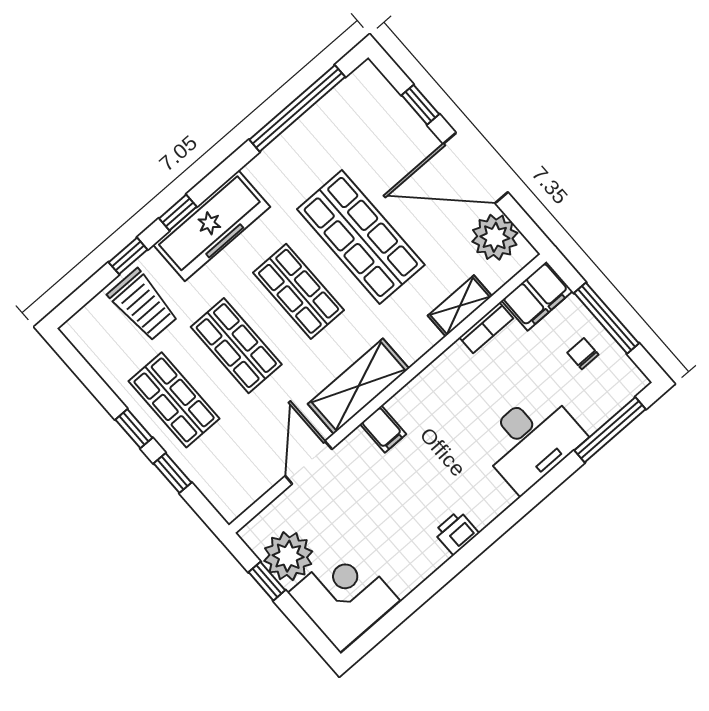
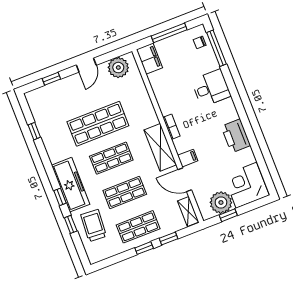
window: (297, 108) -> (34, 131), width x0.32
door: (476, 168) -> (86, 65), width x0.53
trolley: (143, 305) -> (94, 226), turned -86
shelving: (460, 306) -> (188, 211), moved
bookcase: (486, 328) -> (171, 127), moved
chair: (583, 354) -> (200, 42), moved
filing cabinet: (383, 429) -> (188, 158), moved
desk: (531, 440) -> (211, 88), width x0.73
printer: (456, 533) -> (236, 136), width x1.87, depth x1.48

